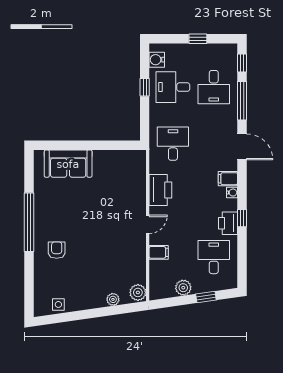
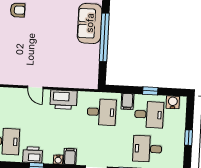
desk: (173, 87) -> (149, 115), turned 90
window: (84, 145) -> (104, 37), added
filing cabinet: (159, 252) -> (127, 101), moved

